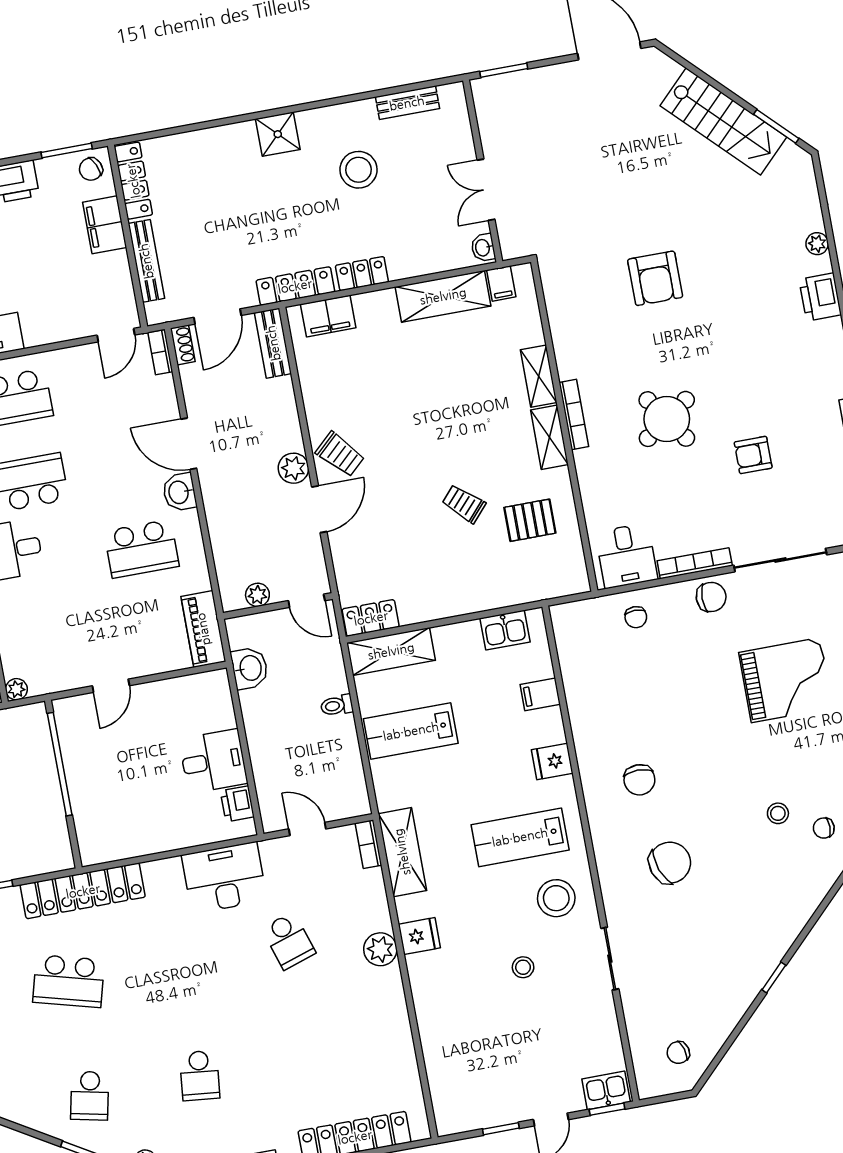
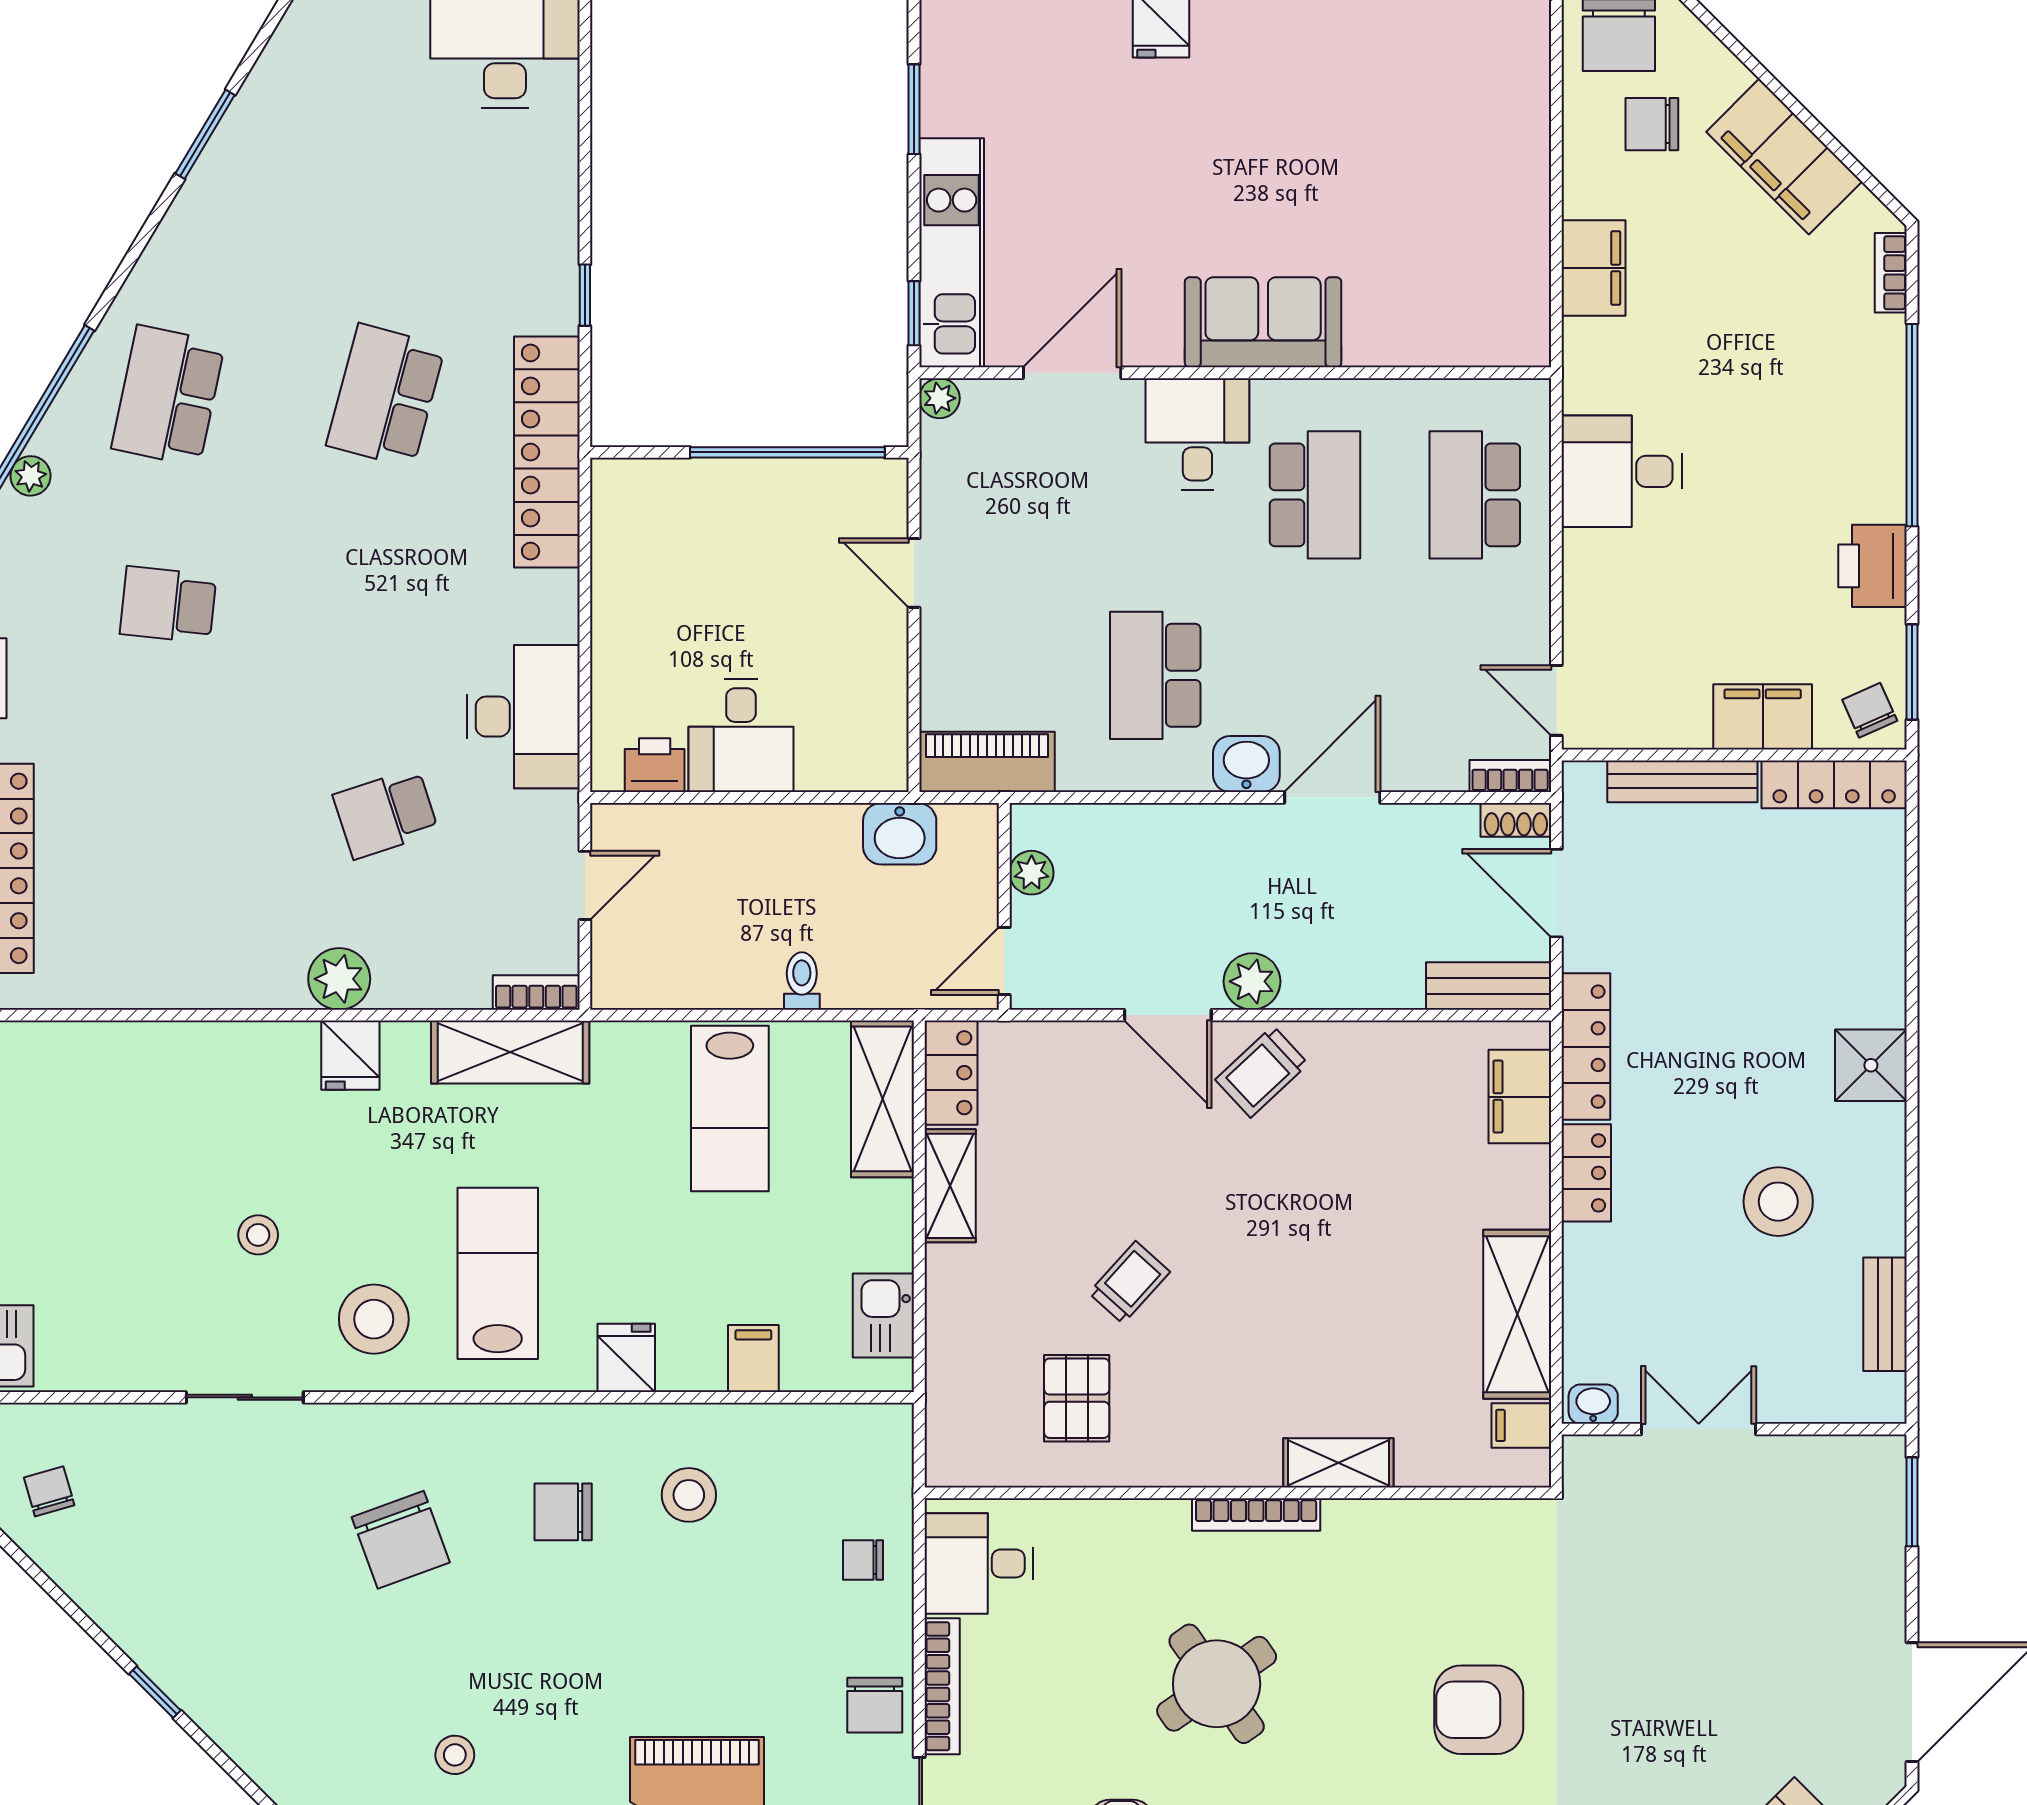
shelving: (549, 437) -> (950, 1186), moved, turned 90
stool: (618, 715) -> (689, 1495), added
lab bench: (411, 731) -> (730, 1109), turned 180
school desk: (90, 1096) -> (168, 396), width x1.85

